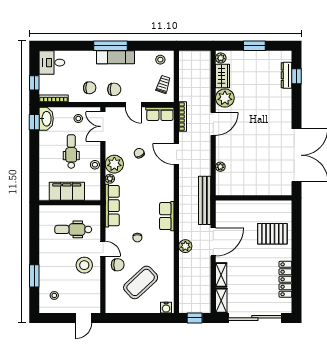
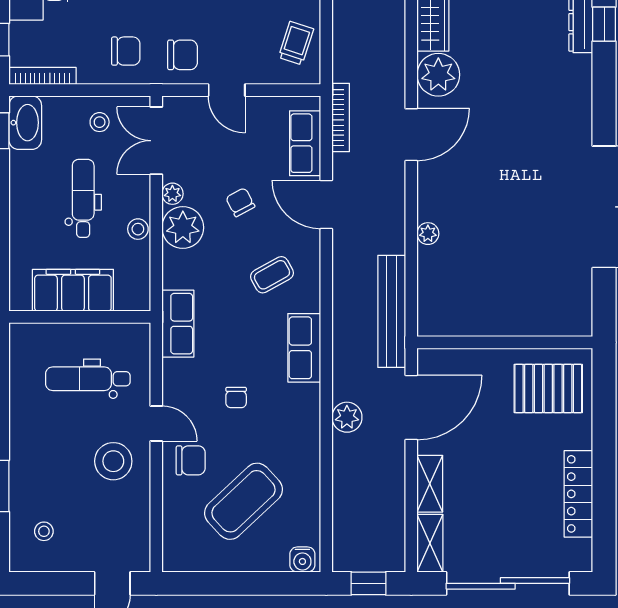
row of seats: (160, 114) -> (305, 143), moved, turned 90
plant: (110, 179) -> (172, 194), moved
coffee table: (153, 185) -> (272, 275), added
wall: (254, 198) -> (505, 342), moved
row of seats: (112, 206) -> (178, 324), width x0.68

